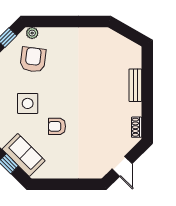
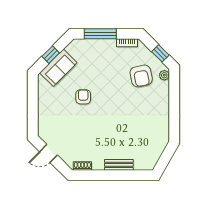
armchair: (33, 60) -> (141, 76), turned 71
side table: (28, 103) -> (103, 71), removed

